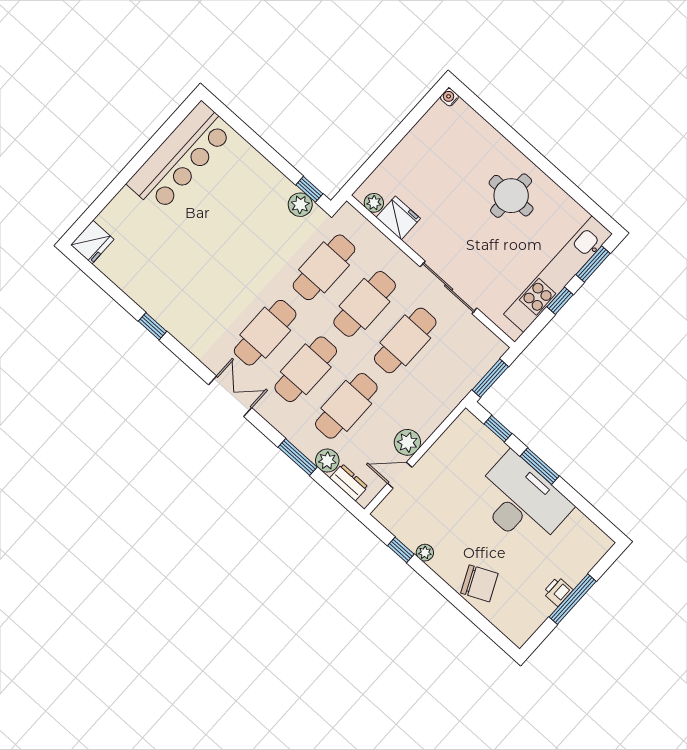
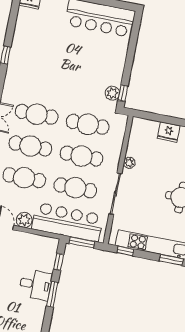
plant: (374, 203) -> (129, 163), moved
fridge: (398, 218) -> (169, 132), moved, turned 90
window: (560, 301) -> (125, 251), moved
bar counter: (448, 381) -> (67, 222), added
desk: (521, 501) -> (35, 285), width x0.53, depth x0.77

